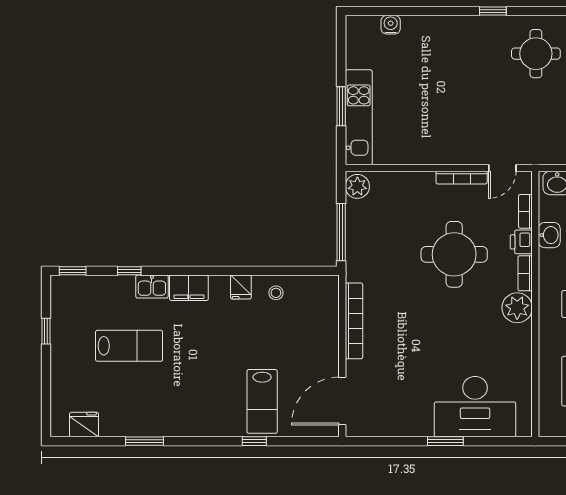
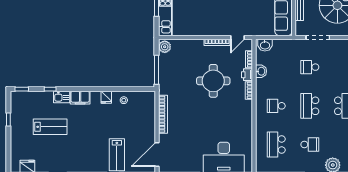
plant: (517, 308) -> (245, 108), removed

